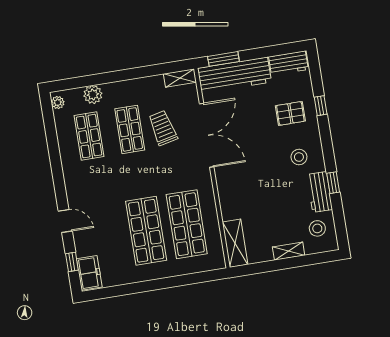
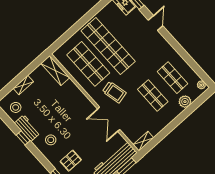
trolley: (163, 128) -> (114, 92), moved
double door: (207, 135) -> (109, 119), width x0.73
door: (65, 221) -> (156, 23), swing flipped
shop shelf: (146, 231) -> (108, 46), width x1.40

